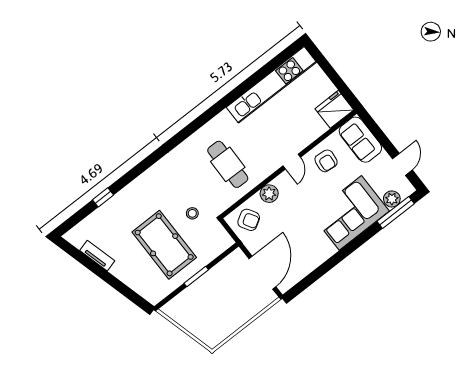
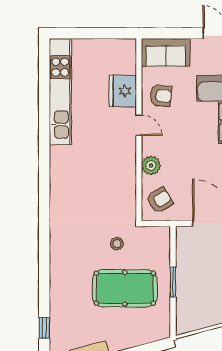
fridge: (334, 109) -> (123, 91), moved
cafe table: (228, 164) -> (99, 181), removed
window: (103, 197) -> (44, 328), moved

